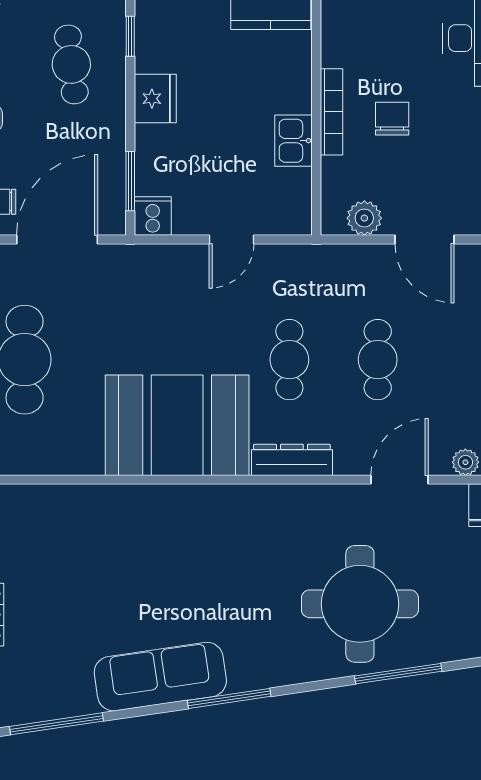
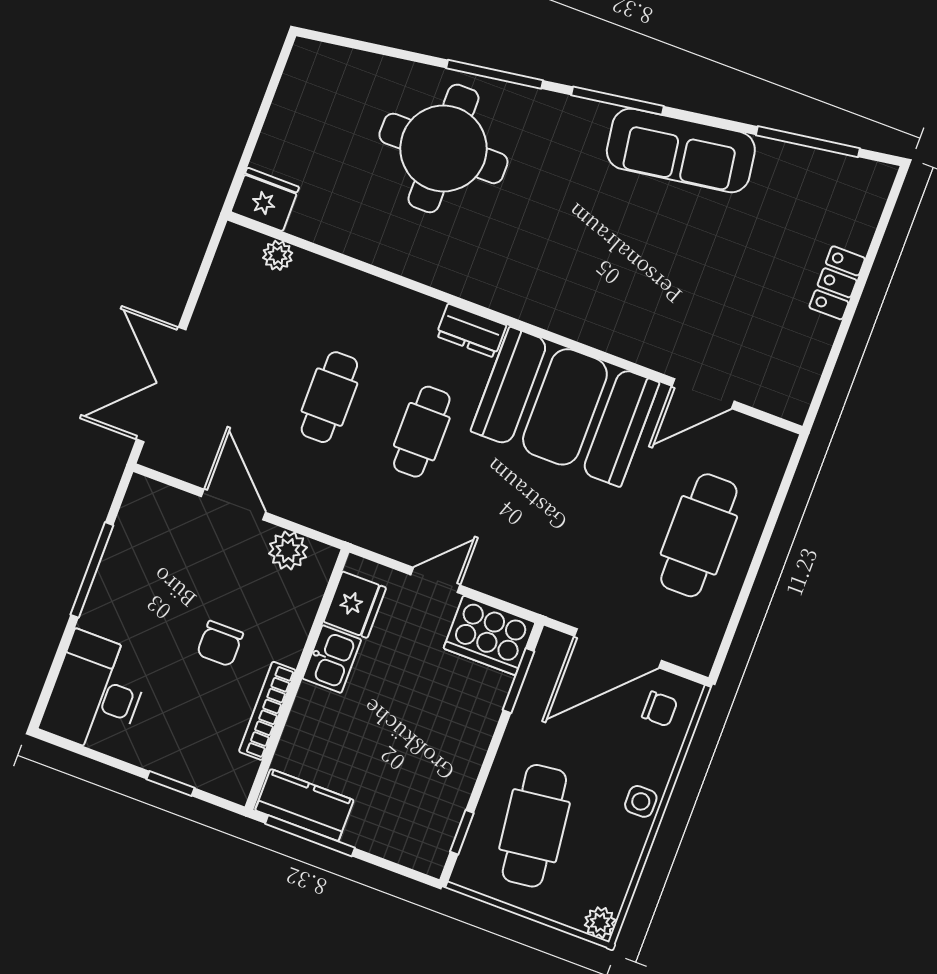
cafe table: (71, 64) -> (534, 826), width x1.37, depth x1.35
fridge: (155, 99) -> (355, 605), moved, turned 180
bookcase: (331, 112) -> (267, 711), moved
cooker: (153, 216) -> (489, 635), width x1.87, depth x1.31
dresser: (292, 460) -> (471, 331), width x0.70
door: (399, 480) -> (703, 394), moved
window: (398, 674) -> (495, 74), moved

